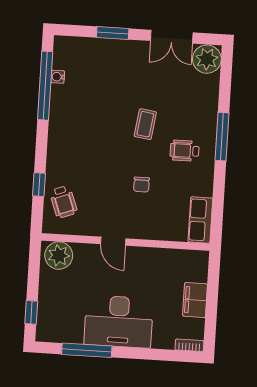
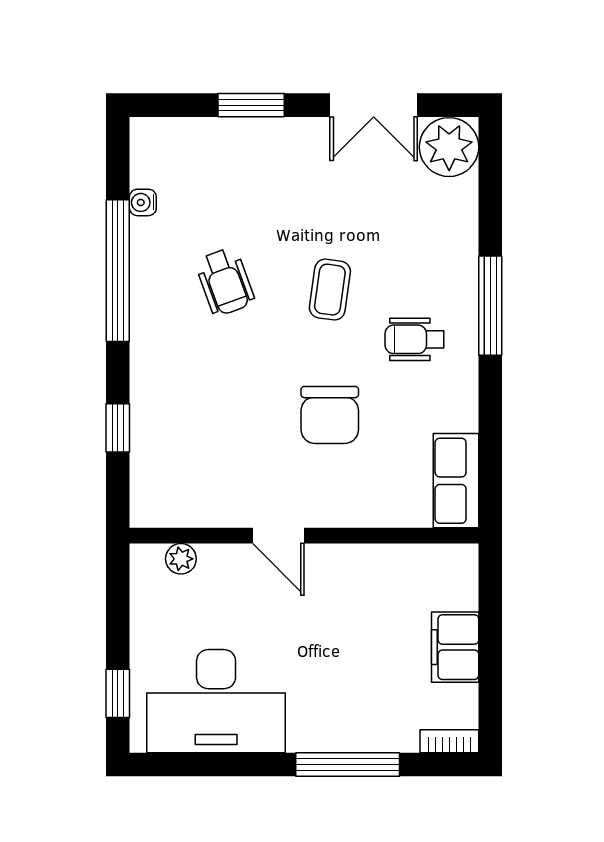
window: (45, 86) -> (118, 271), moved
chair: (141, 185) -> (330, 415), width x1.87, depth x1.87
wheelchair: (63, 202) -> (225, 282), moved
plant: (59, 256) -> (181, 559), width x0.53, depth x0.53
desk: (119, 322) -> (216, 701), moved
window: (87, 350) -> (348, 765), moved

